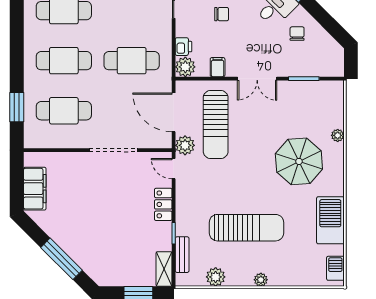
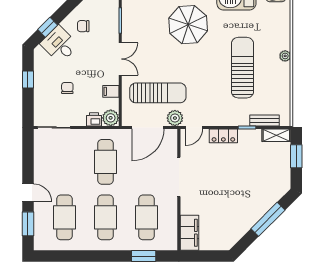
filing cabinet: (35, 189) -> (189, 233), moved, turned 90
plant: (216, 277) -> (283, 93), removed

